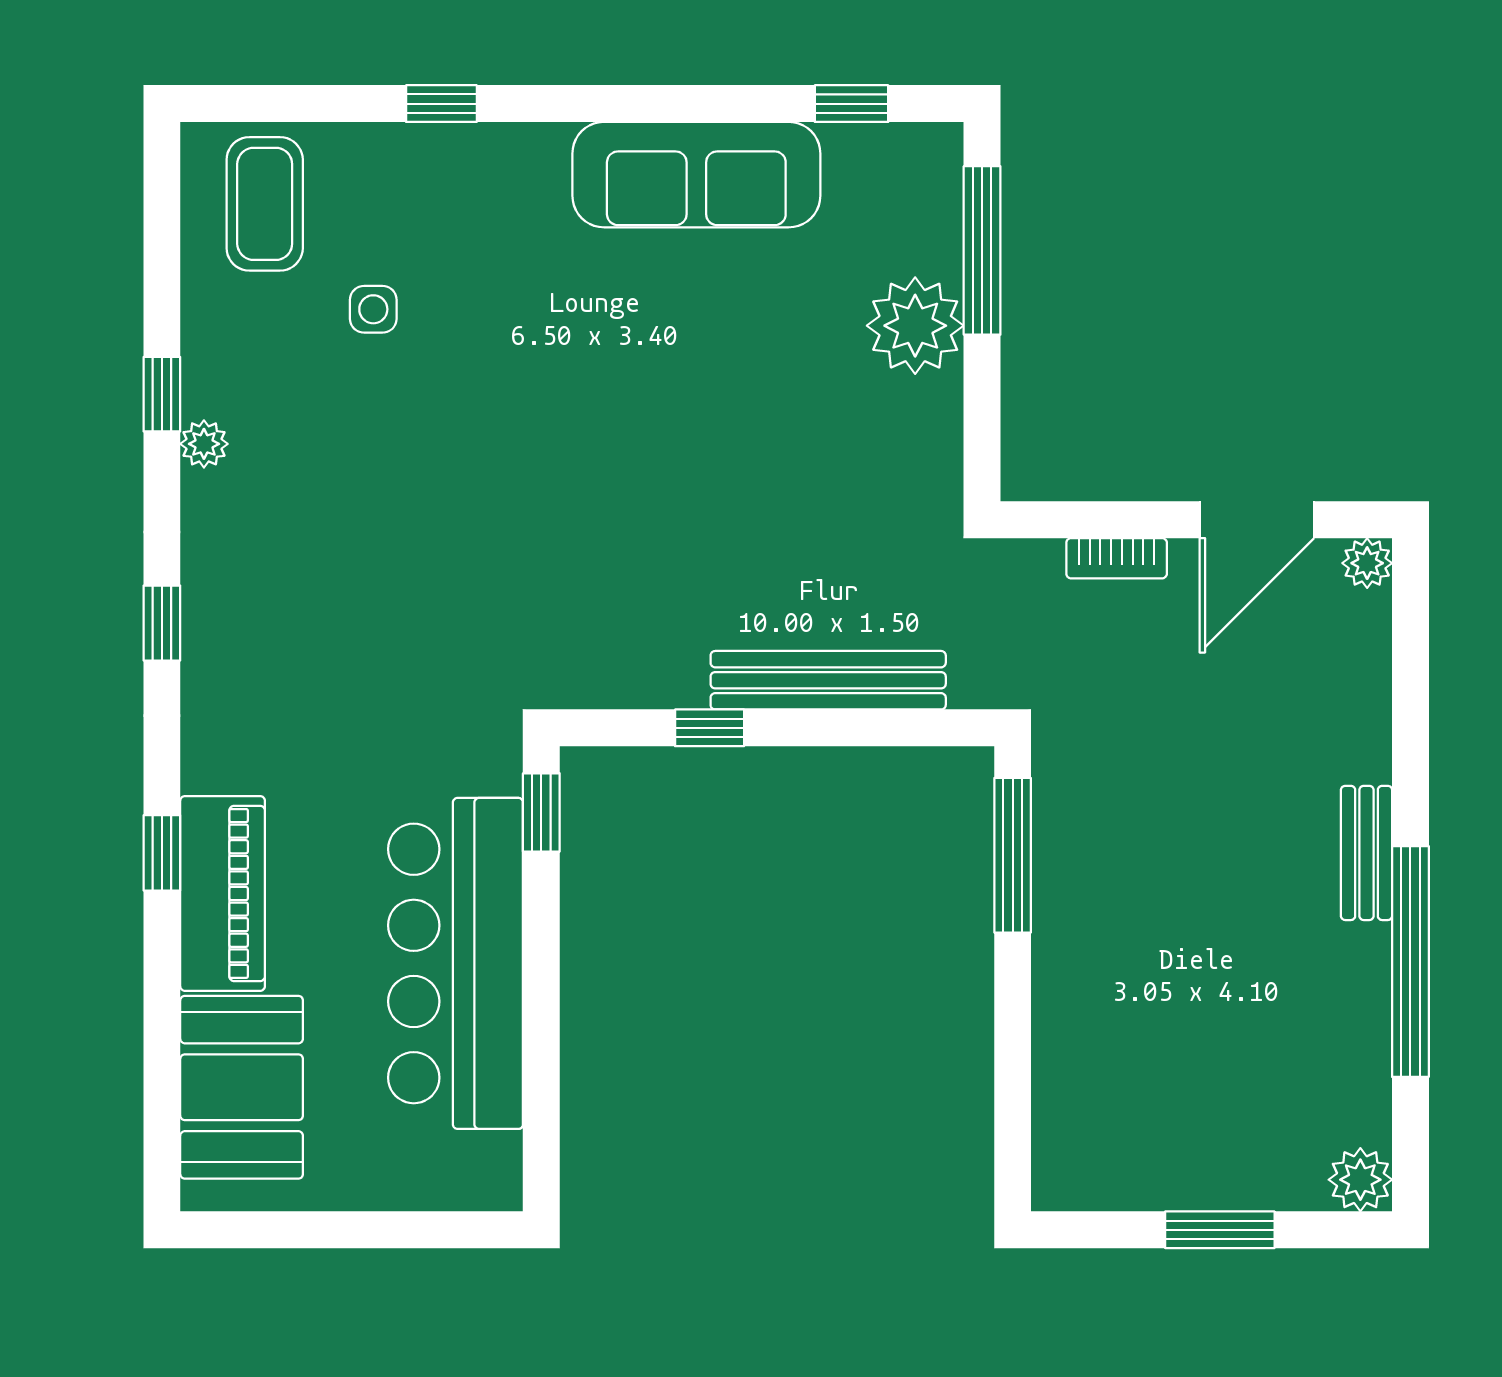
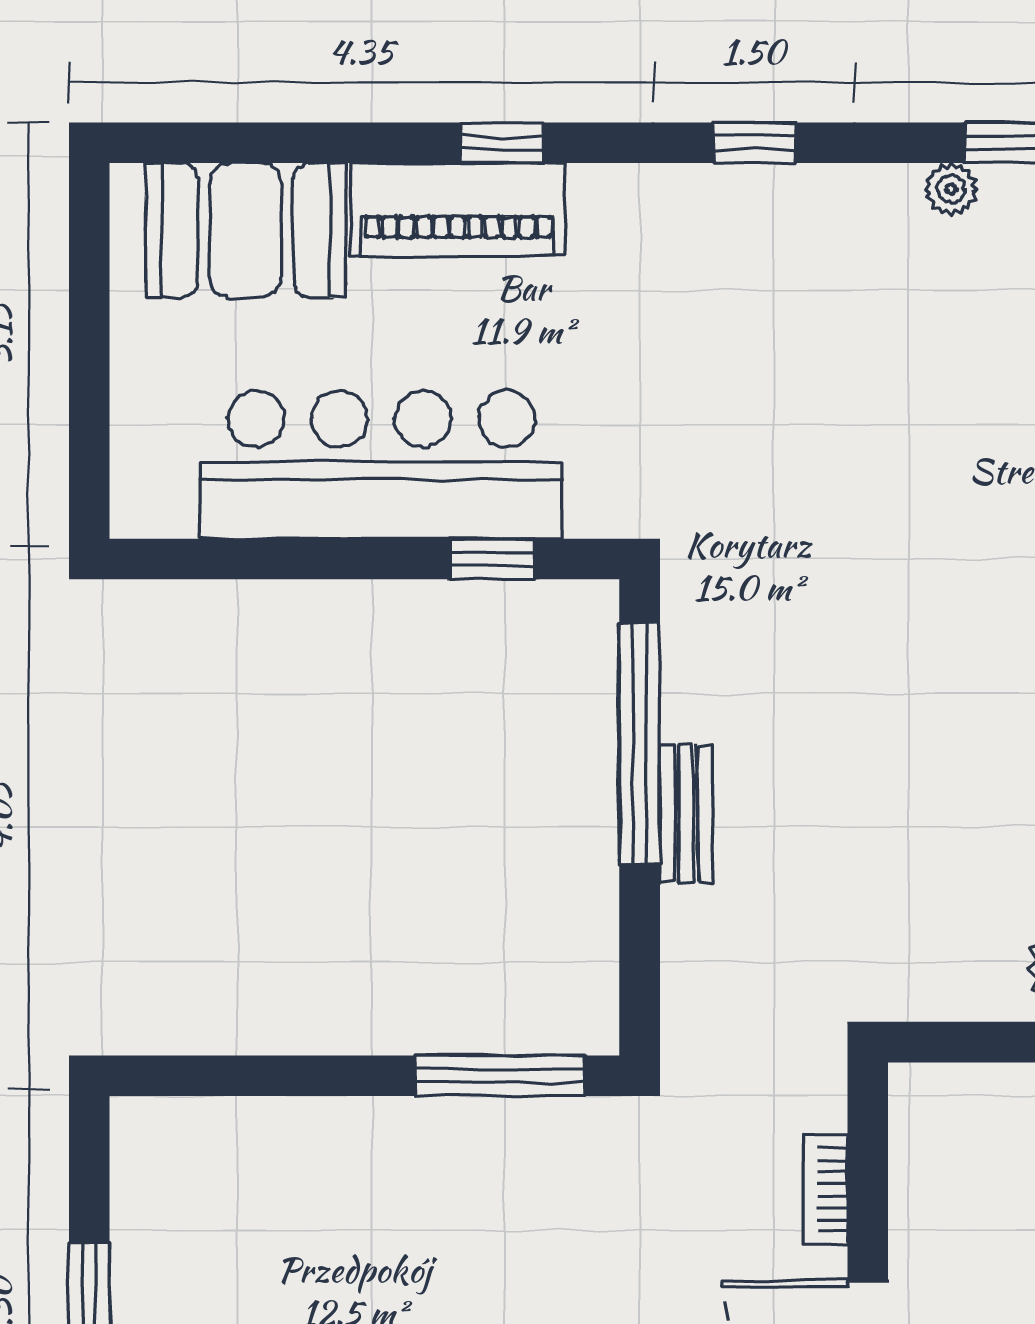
bench: (828, 680) -> (686, 814), width x0.54, depth x0.82
window: (710, 728) -> (640, 743), width x3.17
window: (541, 812) -> (493, 559), moved

